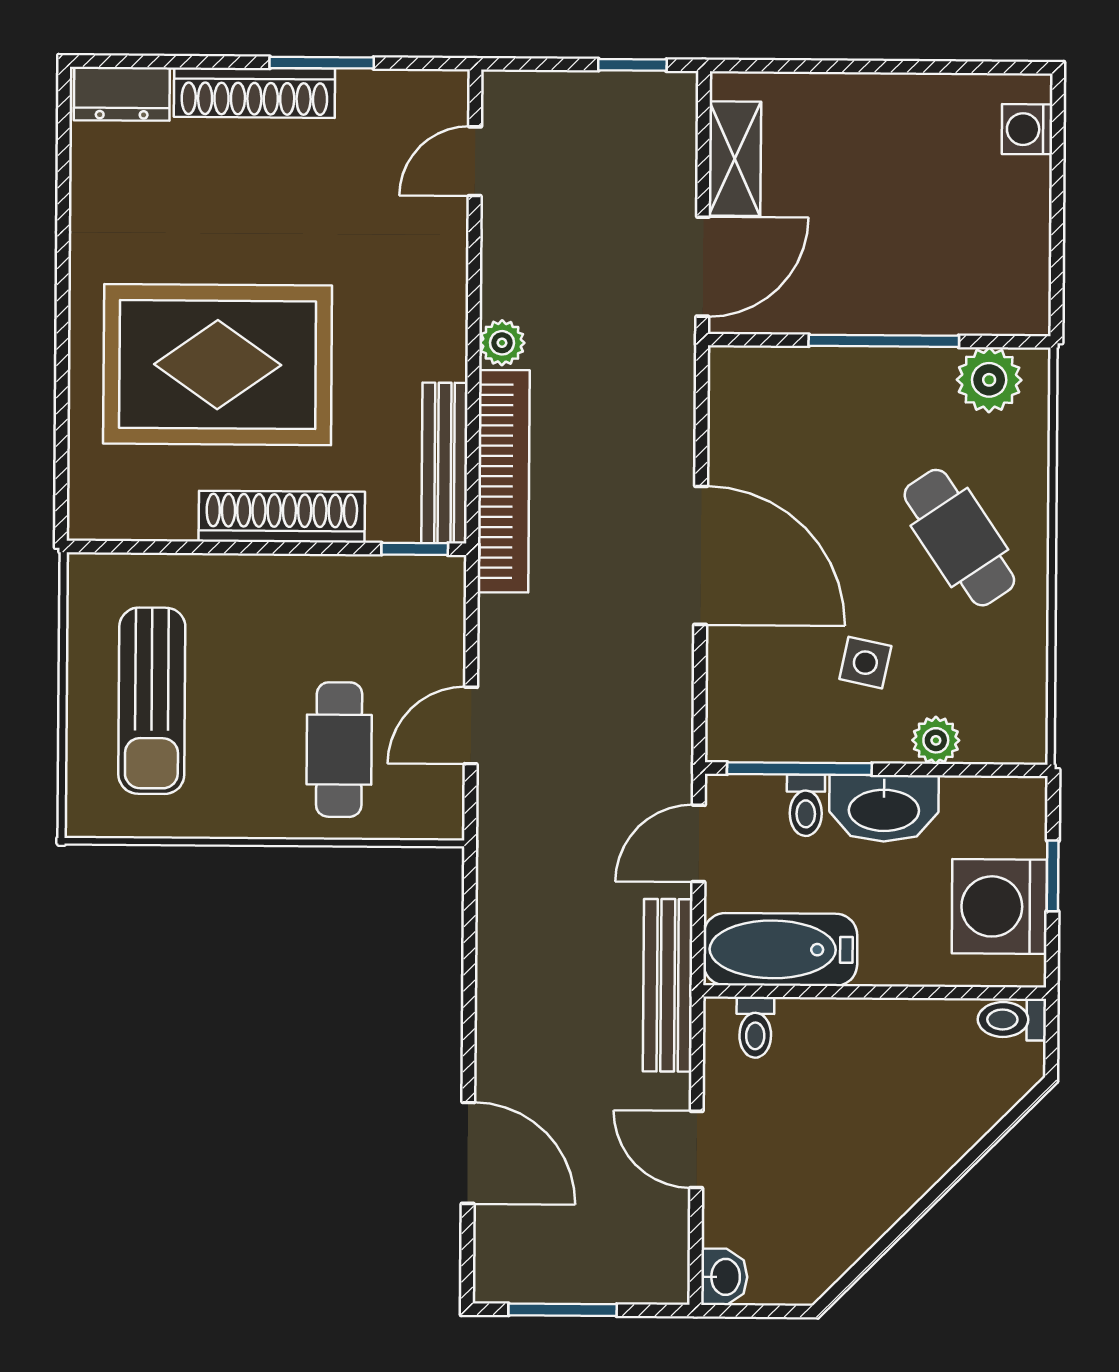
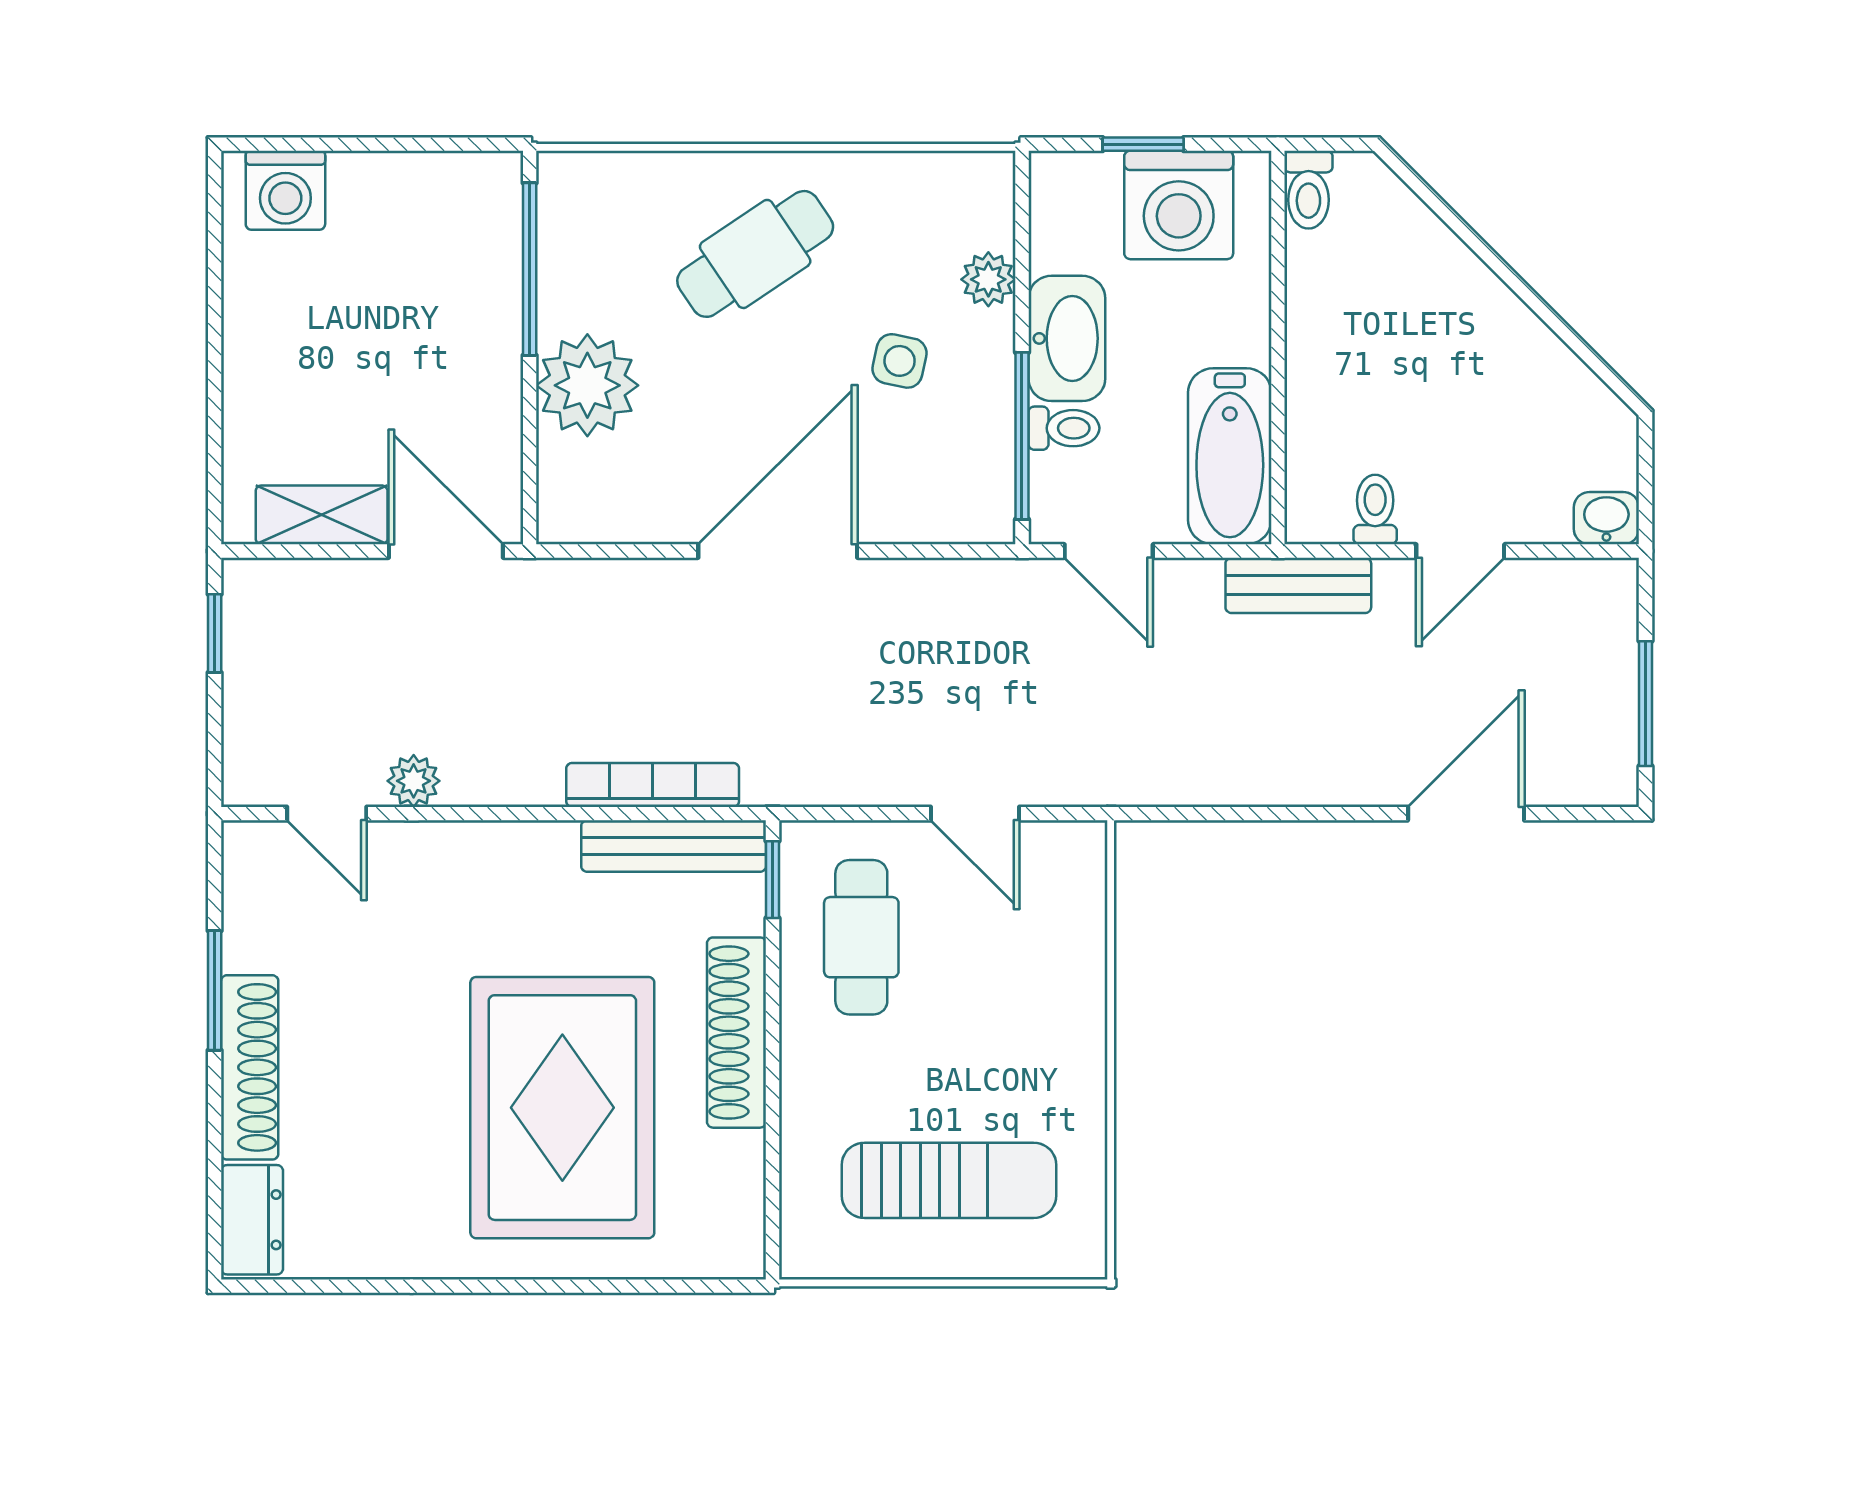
washing machine: (1027, 129) -> (285, 190), width x1.38, depth x1.38
window: (884, 341) -> (530, 269), moved
plant: (502, 343) -> (414, 781), moved
plant: (989, 380) -> (587, 385), moved, width x1.36, depth x1.36
bookcase: (504, 481) -> (653, 785), width x0.68, depth x0.76
cafe table: (339, 750) -> (861, 937), moved, turned 90
bench: (668, 985) -> (1298, 585), width x0.73
toilet: (755, 1027) -> (1375, 509), moved, turned -90

